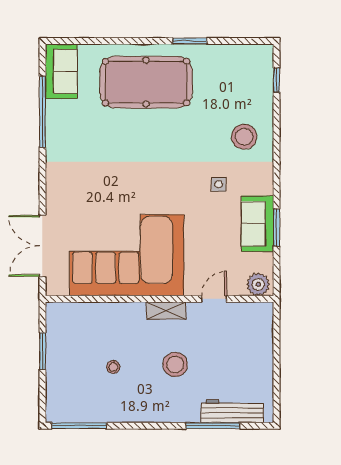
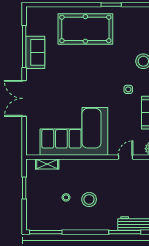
sofa: (61, 71) -> (35, 52), moved
double door: (42, 246) -> (24, 98), moved
shelving: (166, 311) -> (47, 164), moved
stool: (175, 364) -> (89, 199), moved

